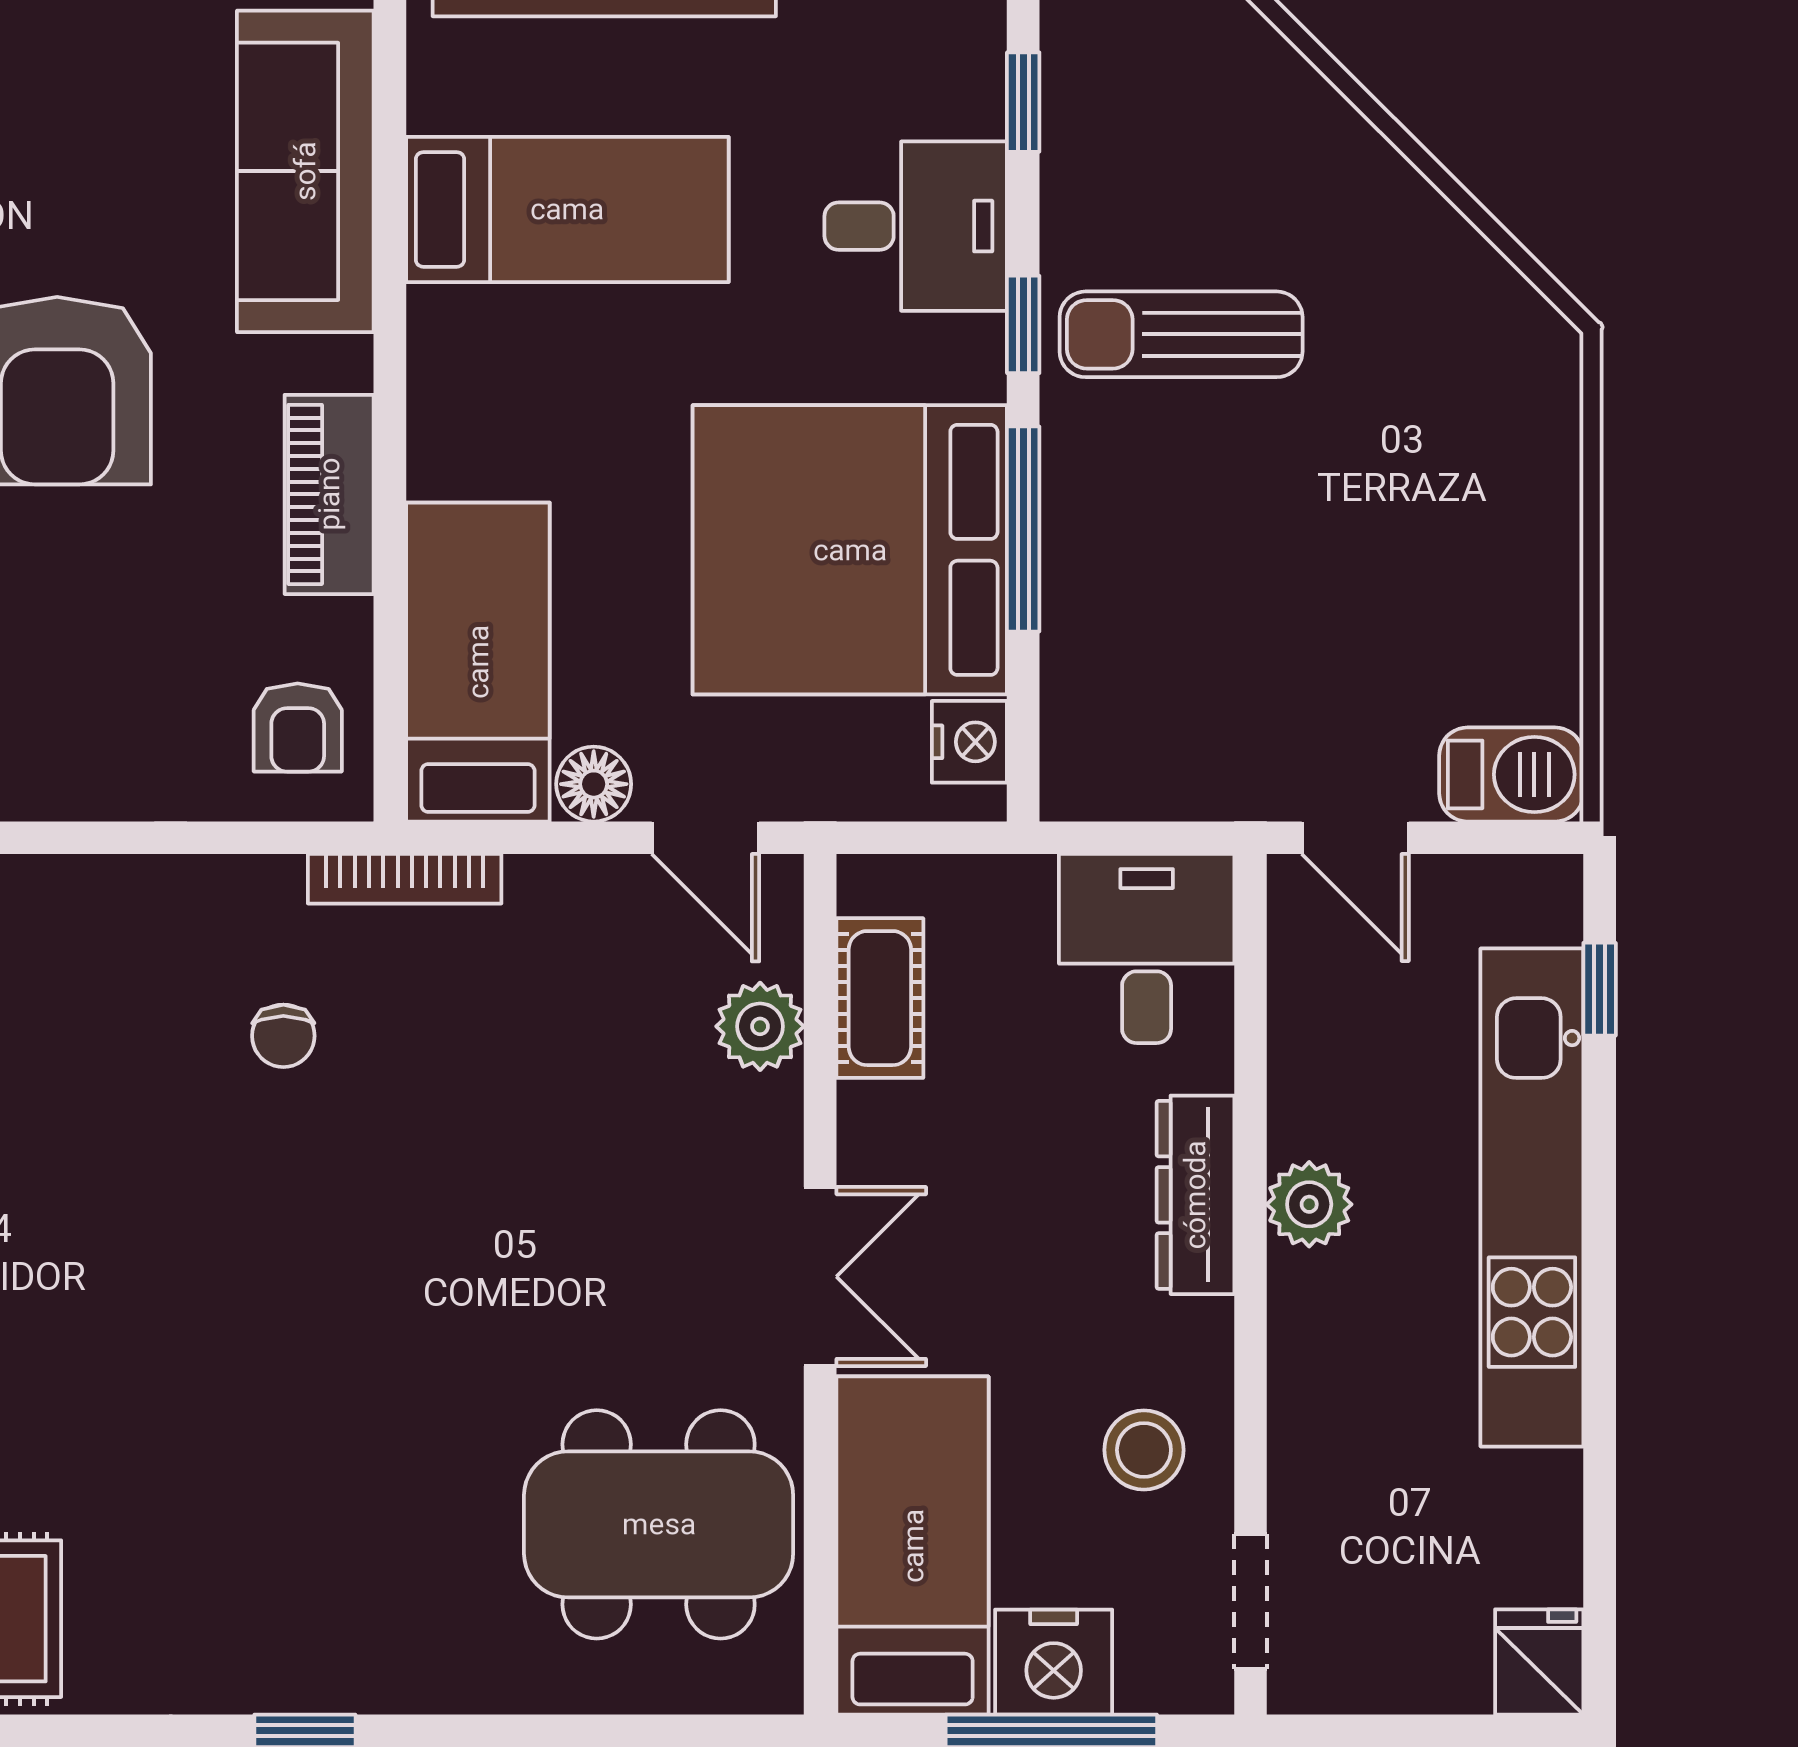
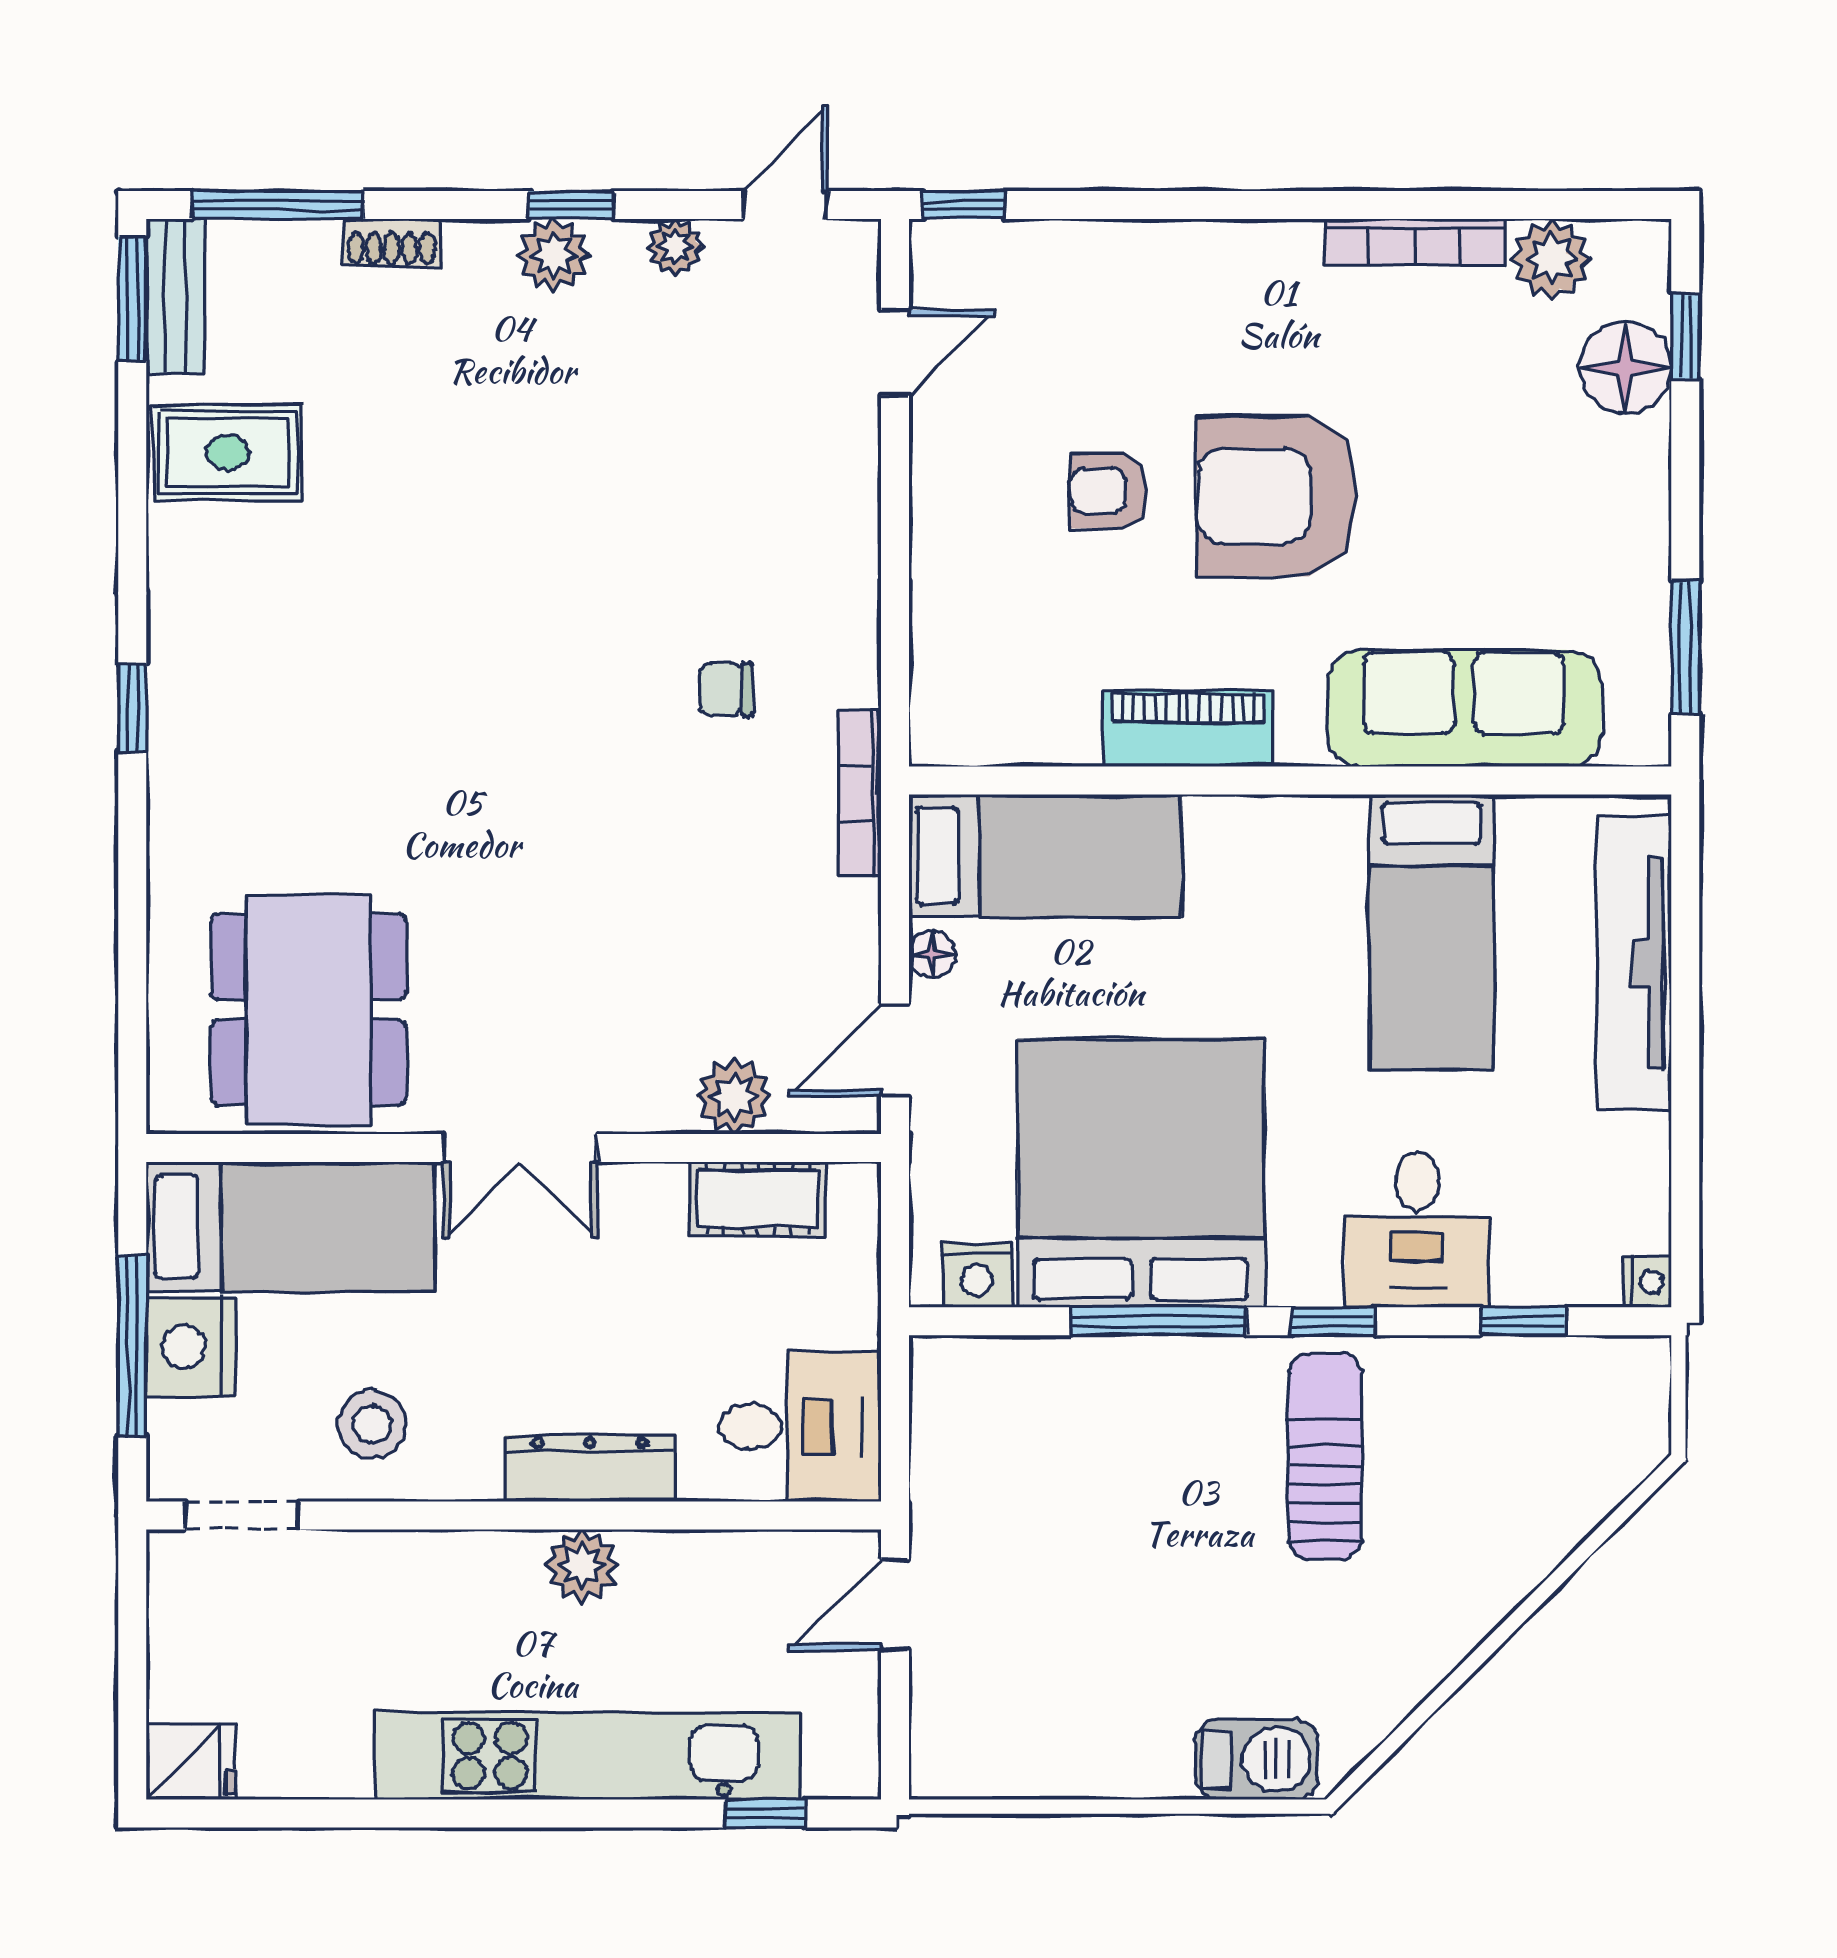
armchair: (298, 728) -> (1109, 491), moved
barbecue: (1511, 774) -> (1257, 1759), moved, turned -90
floor lamp: (594, 784) -> (932, 954), width x0.73, depth x0.73

